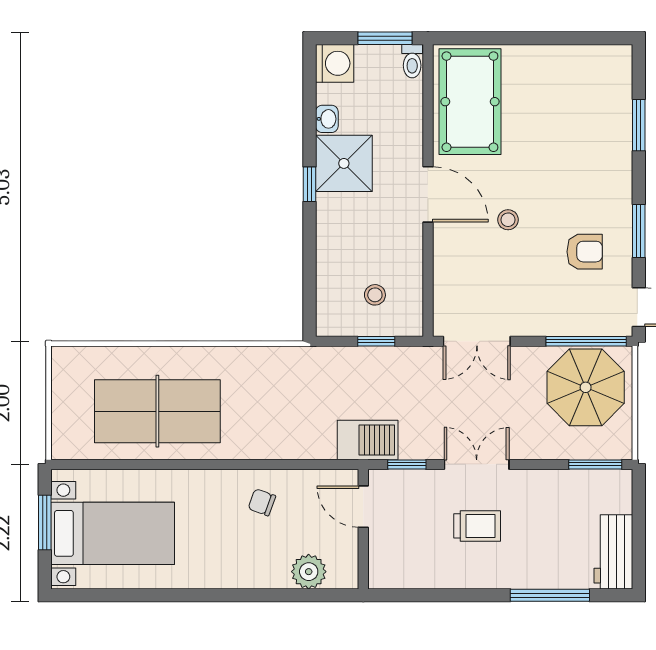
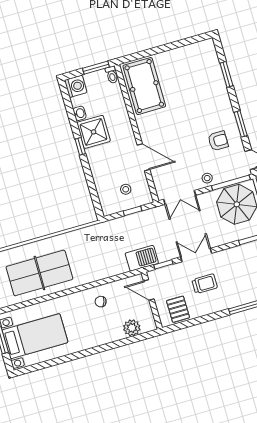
door: (428, 194) -> (143, 157), moved
stool: (508, 220) -> (207, 178), moved
pallet: (410, 561) -> (178, 309), added

